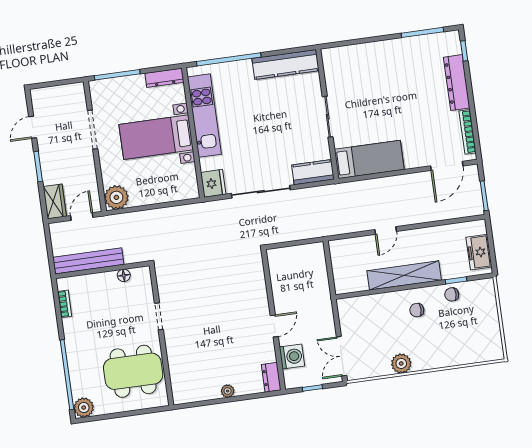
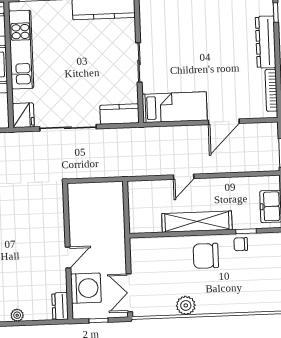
door: (447, 166) -> (224, 122), moved
chair: (417, 310) -> (206, 256), width x1.87, depth x1.87
washing machine: (292, 356) -> (86, 288), width x1.37, depth x1.37

